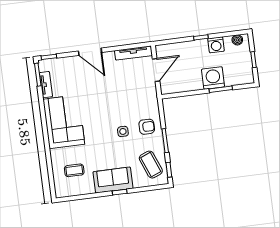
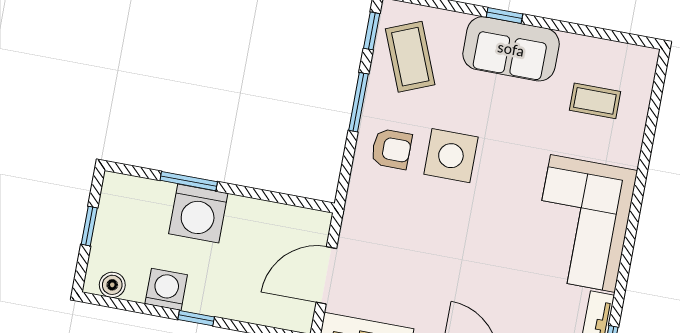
armchair: (147, 127) -> (391, 149), turned 180
side table: (123, 131) -> (451, 156), width x1.87, depth x1.87

